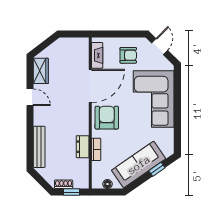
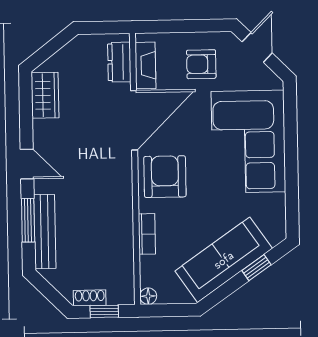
armchair: (128, 55) -> (201, 64), turned 180
door: (30, 97) -> (27, 164), moved
window: (30, 140) -> (28, 220), added
dresser: (83, 147) -> (119, 62), moved
floor lamp: (107, 184) -> (148, 296), moved

